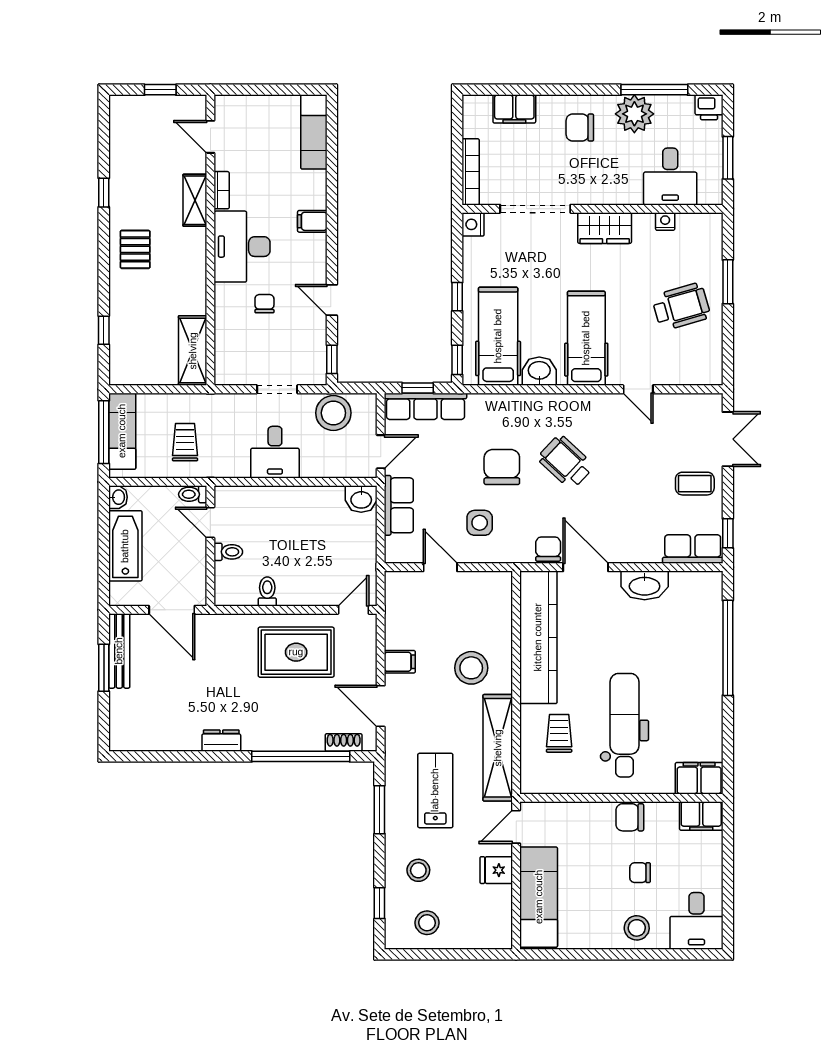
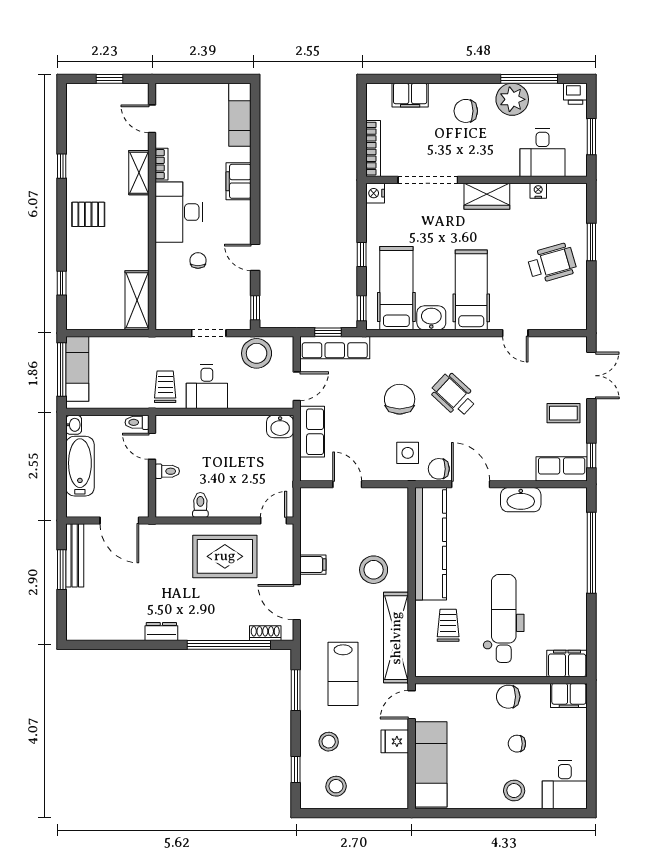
filing cabinet: (312, 221) -> (239, 181), width x2.00
pallet: (135, 249) -> (88, 214), turned 90
trolley: (185, 442) -> (165, 387), moved
side table: (480, 523) -> (408, 453), moved
chair: (548, 549) -> (439, 469), turned -90
lab bench: (435, 790) -> (343, 674), turned 180

